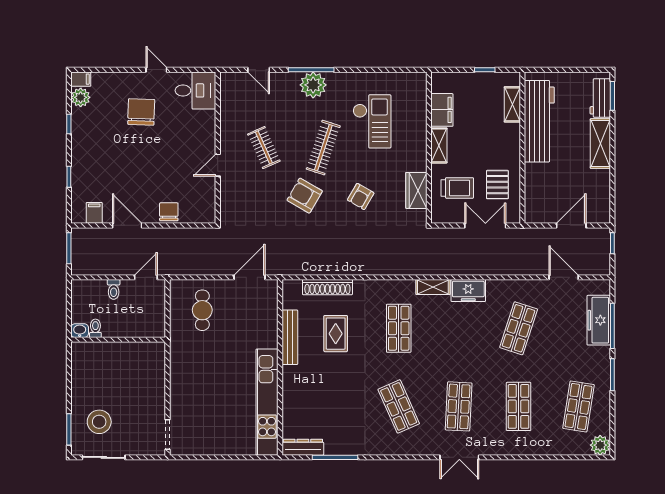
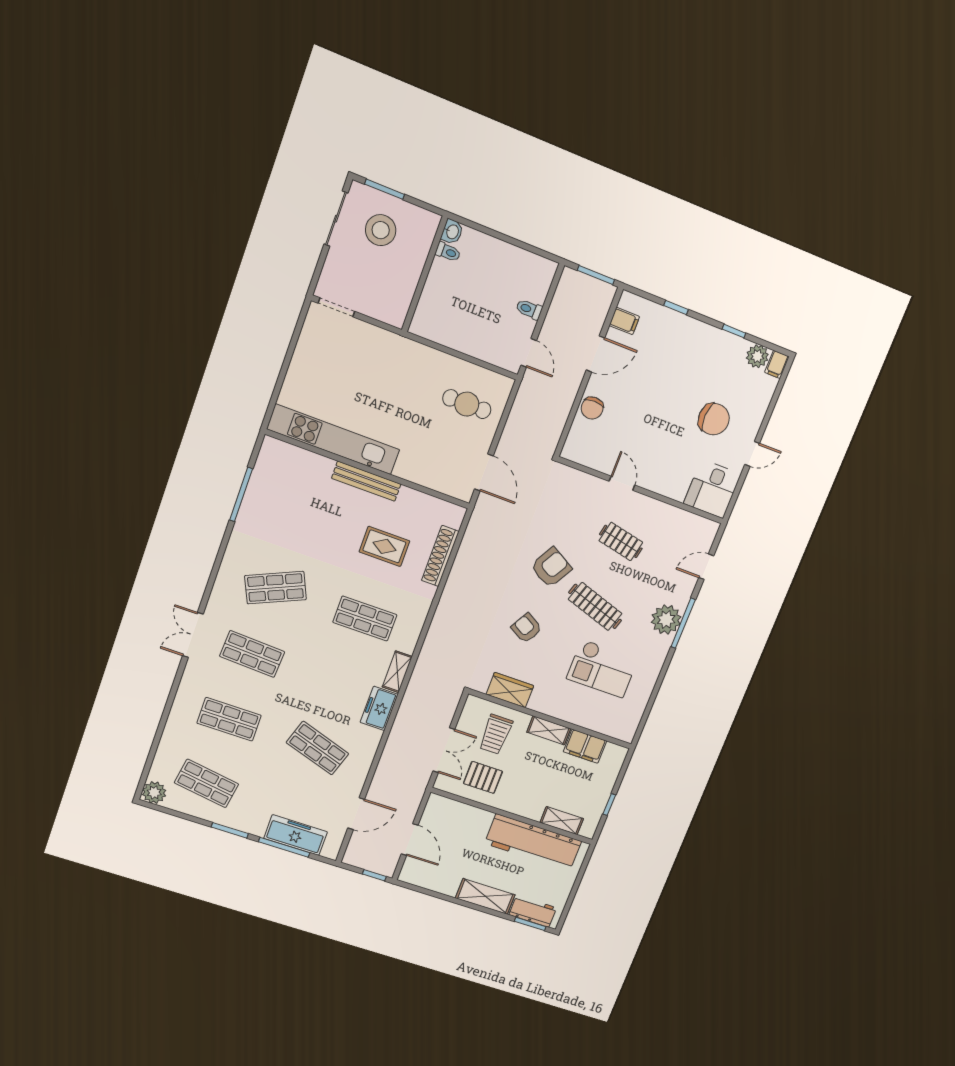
clothes rail: (264, 148) -> (621, 541), turned 36
chair: (169, 212) -> (592, 408), turned 90
toilet: (95, 328) -> (448, 252), moved
washbasin: (80, 331) -> (452, 232), moved
bench: (290, 337) -> (366, 481), moved
wall: (118, 340) -> (425, 274), moved
dresser: (303, 447) -> (266, 462), removed

